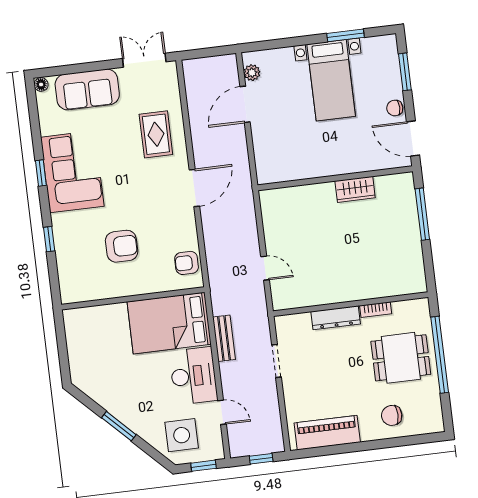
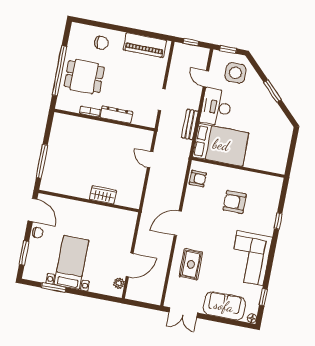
window: (41, 173) -> (263, 297), moved
wardrobe: (355, 189) -> (103, 195), moved

